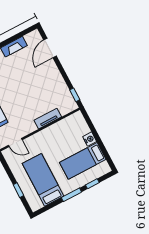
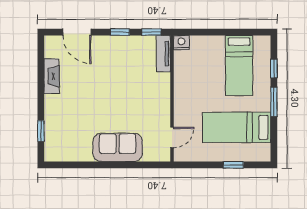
window: (64, 75) -> (120, 32), added
tv unit: (48, 119) -> (163, 54), moved
nightstand: (90, 139) -> (181, 43), moved

